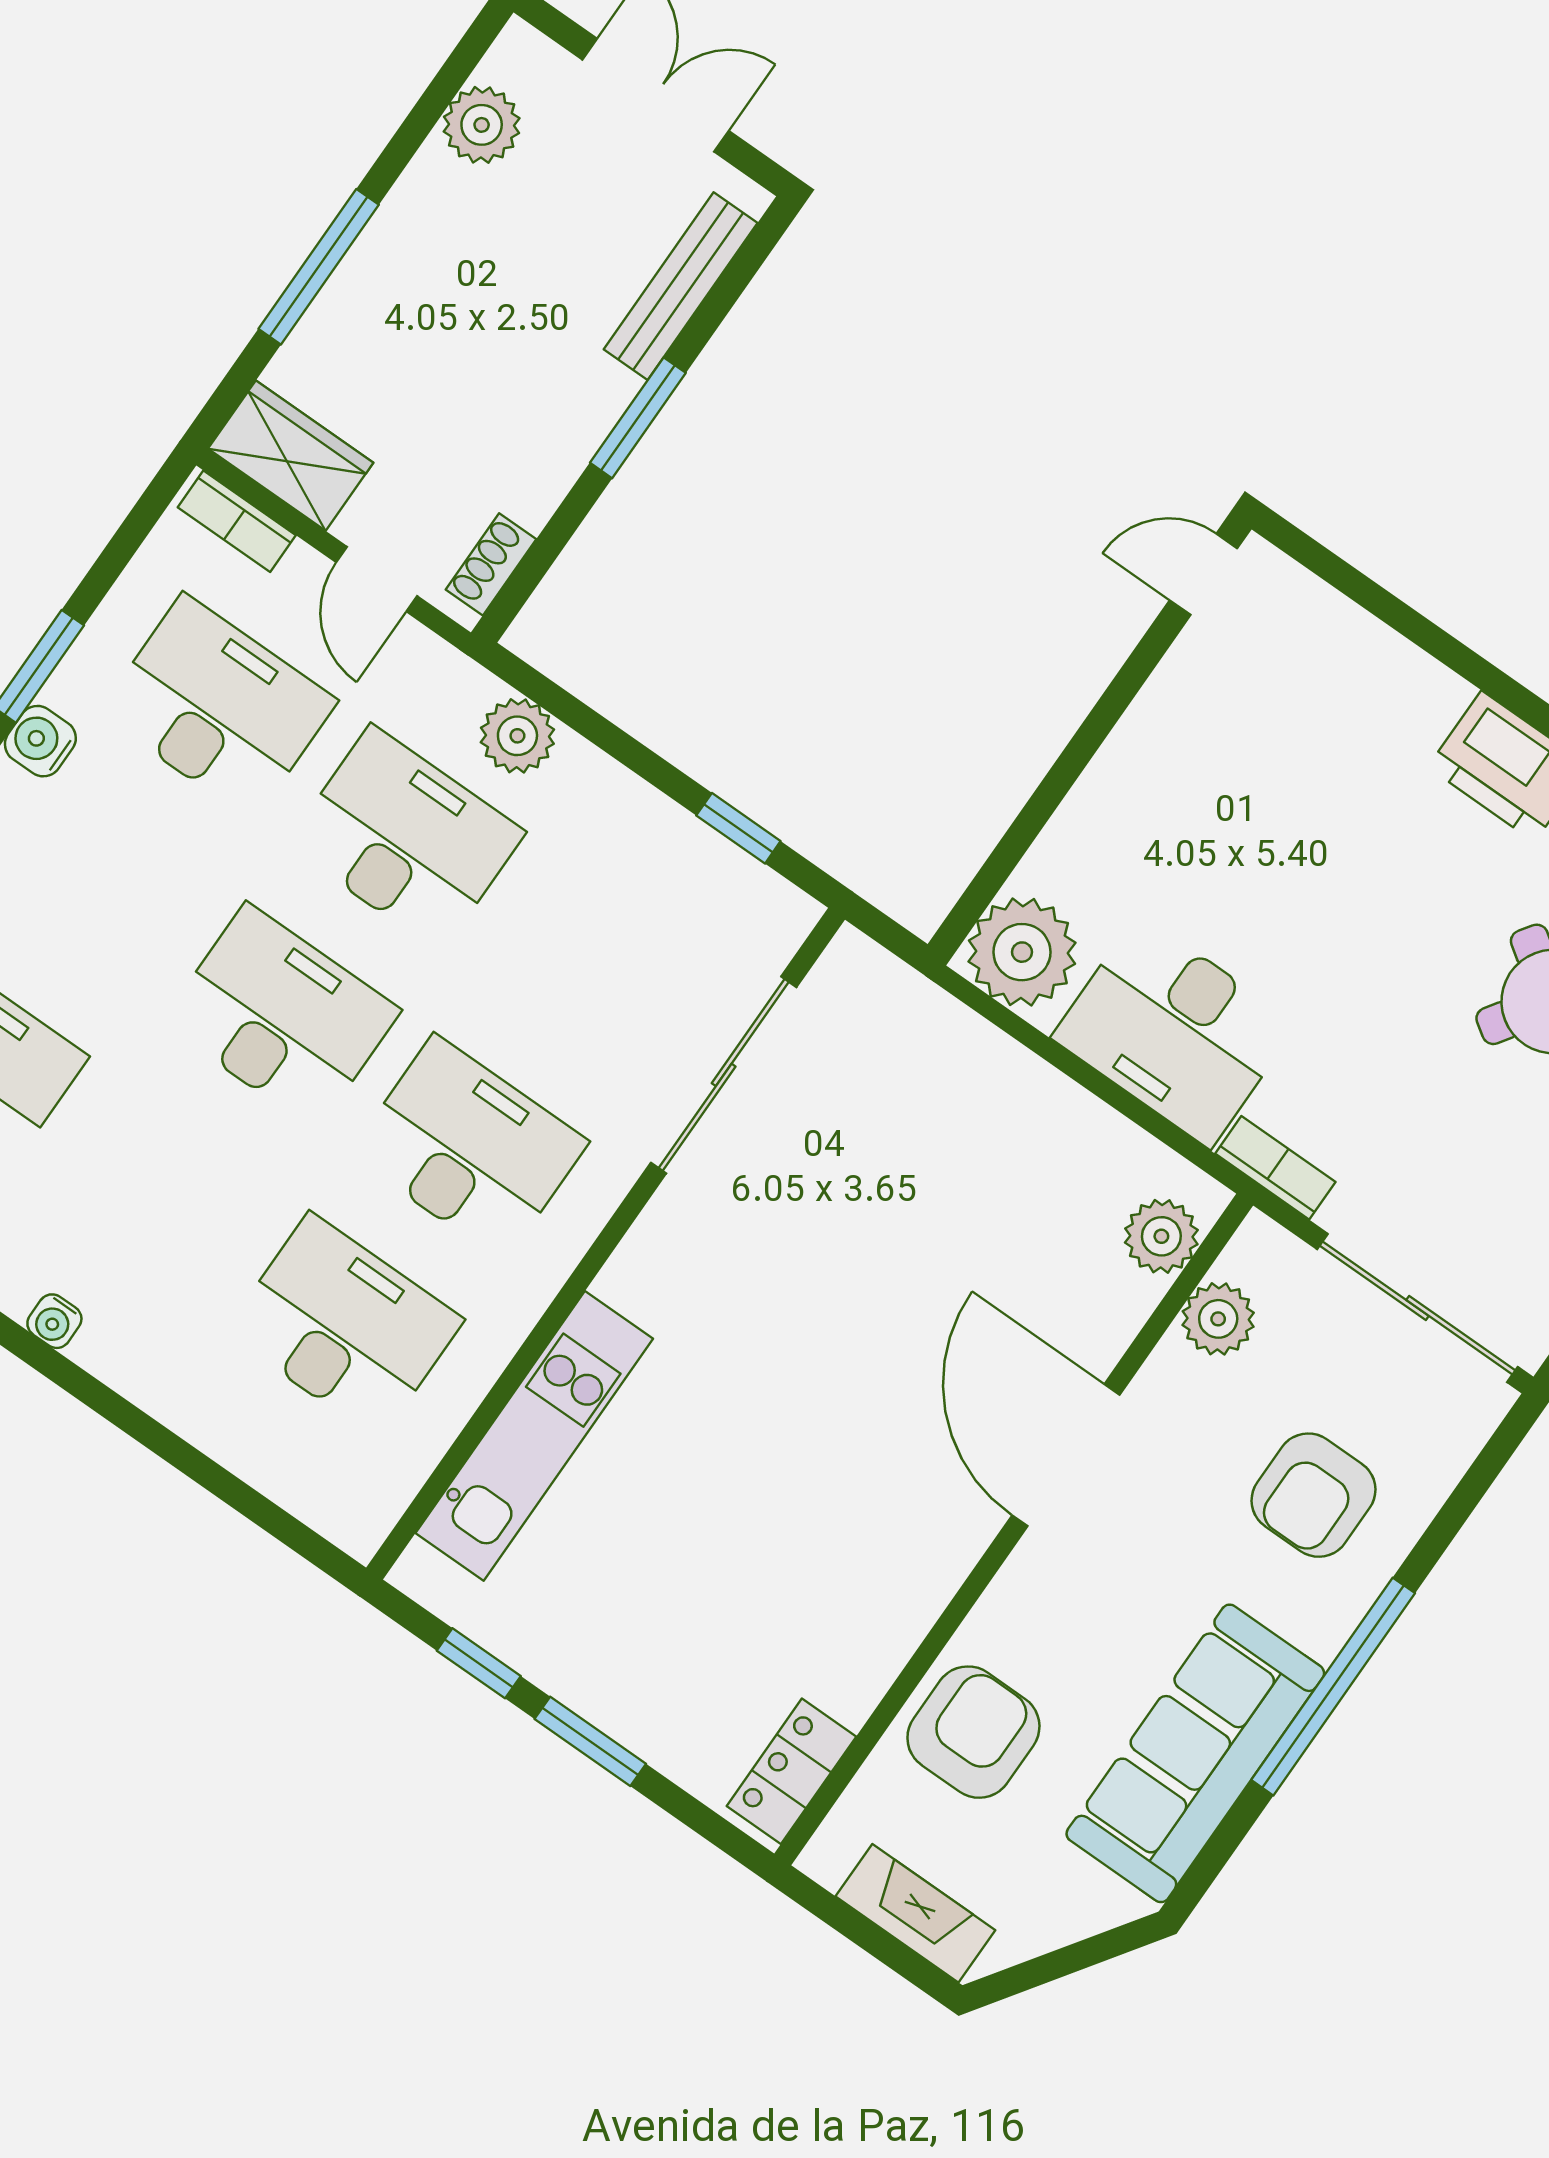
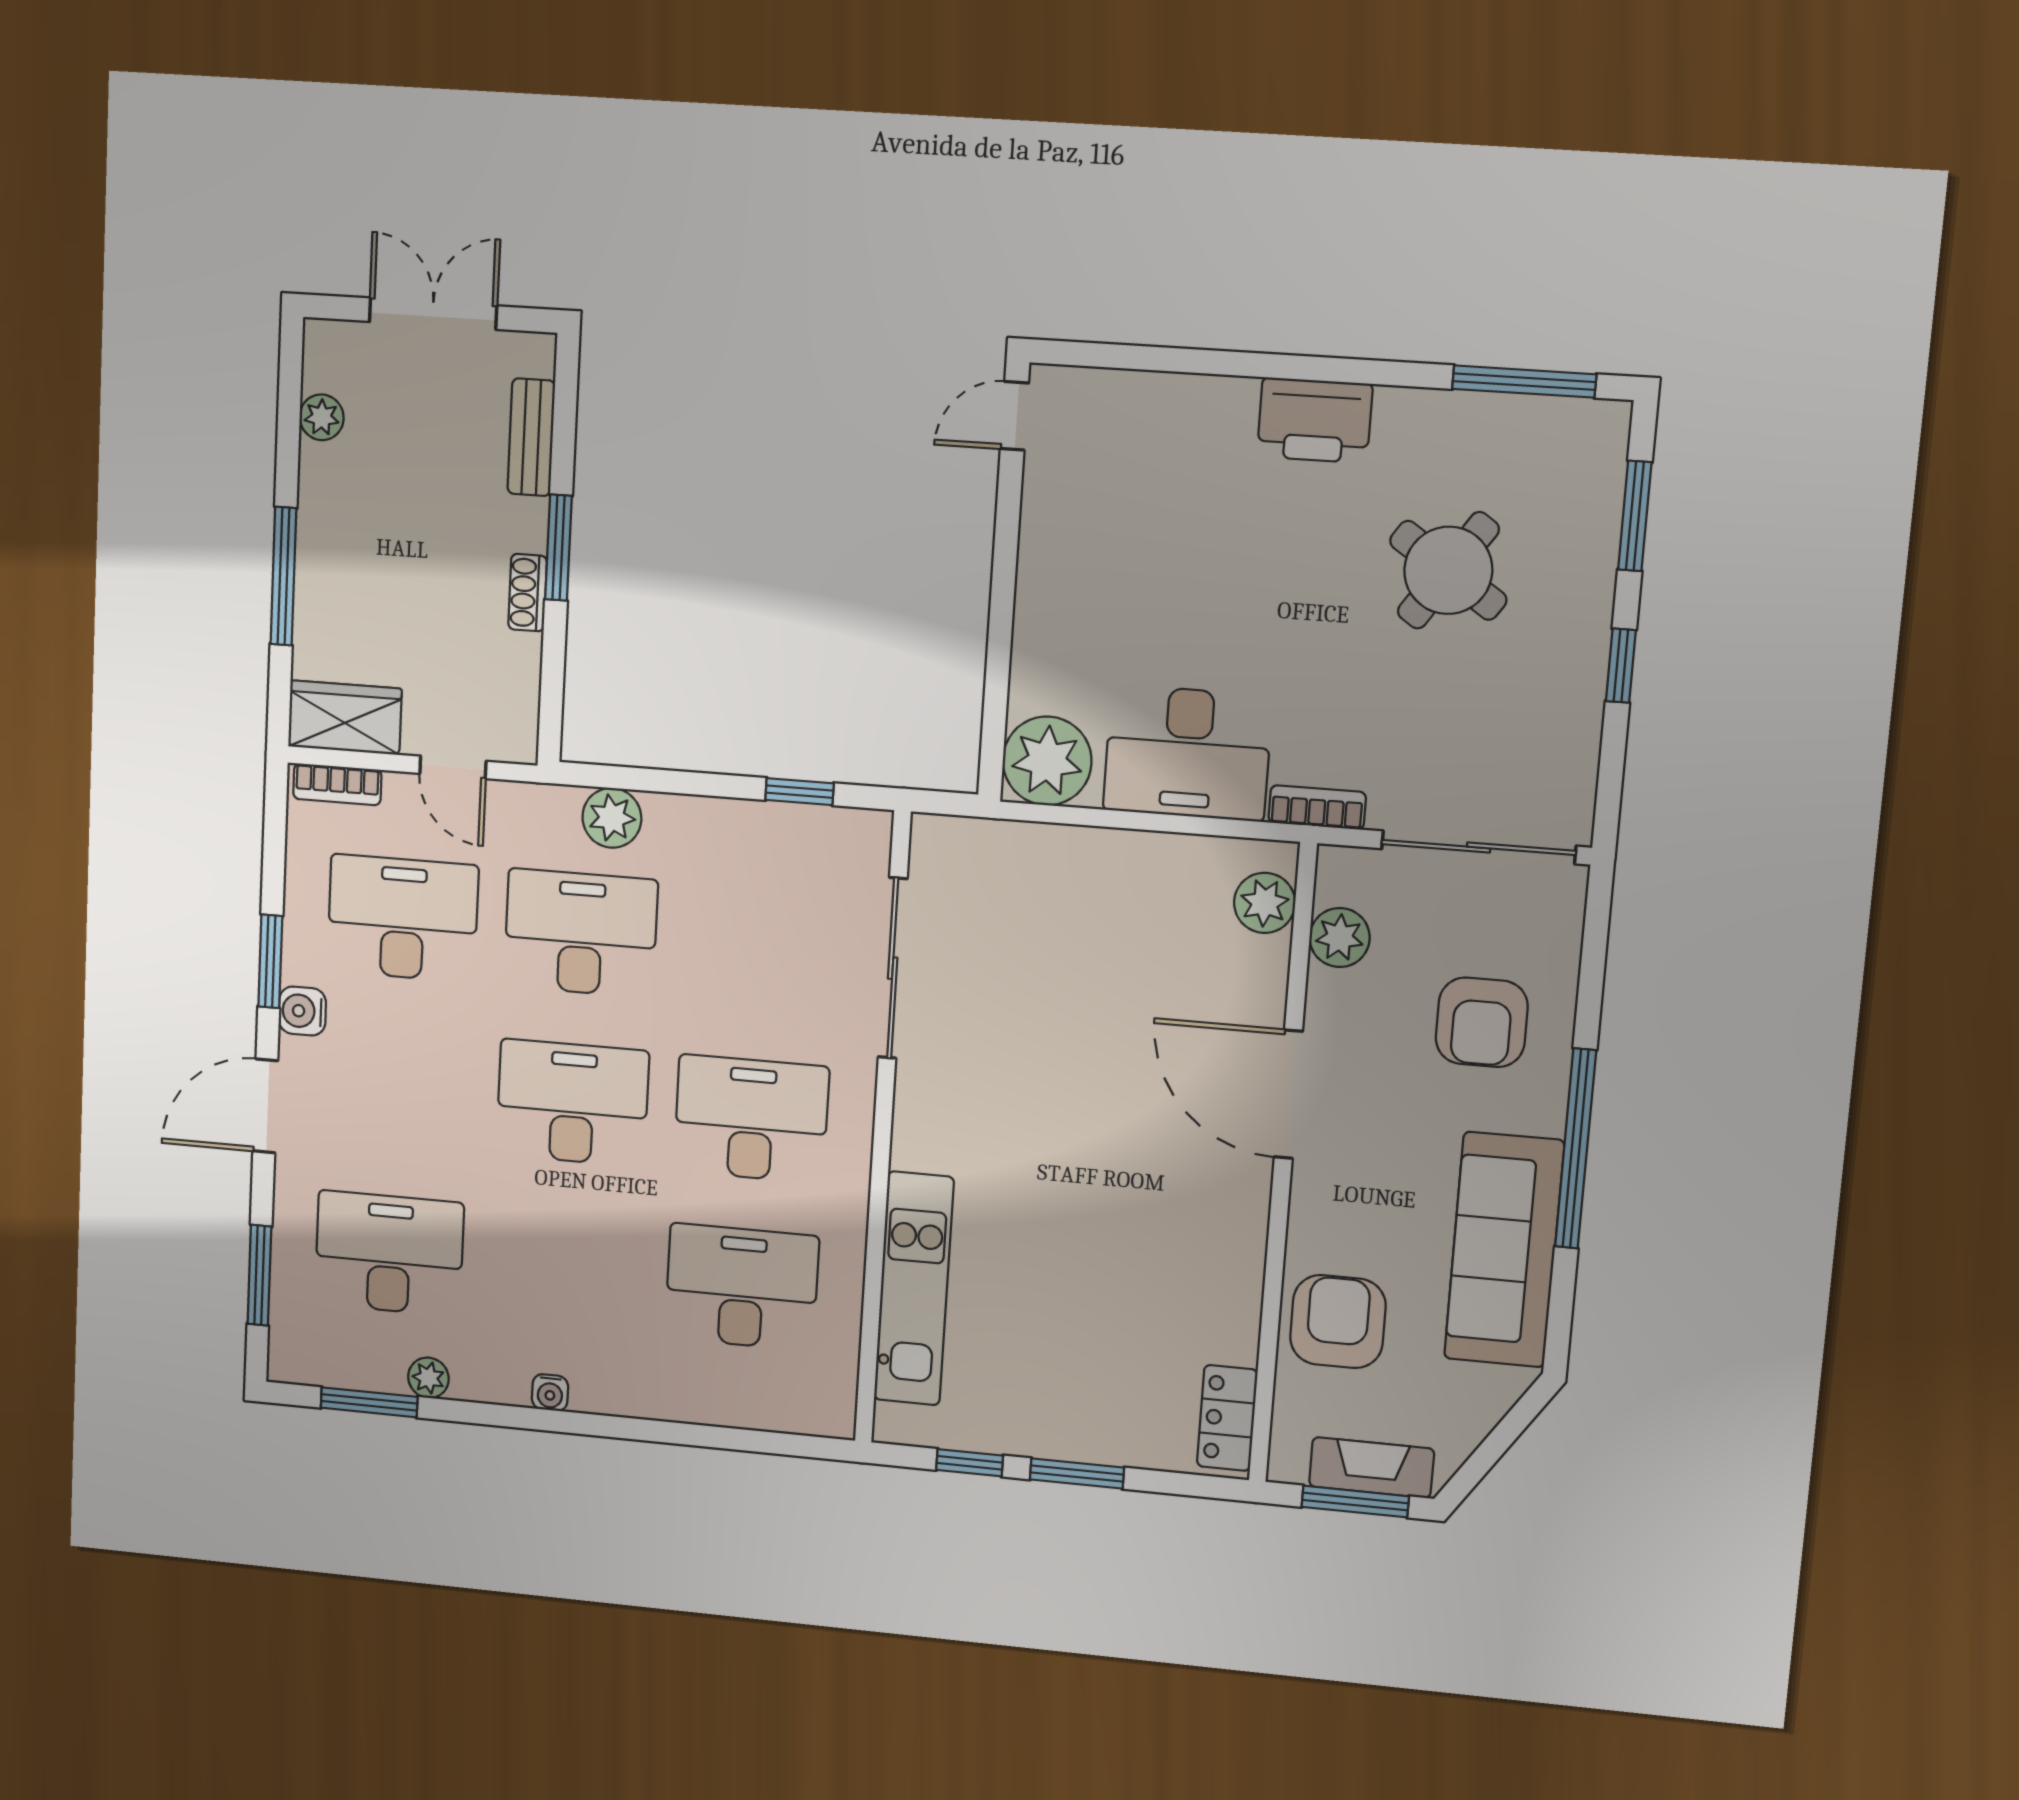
plant: (482, 125) -> (322, 417), width x0.73, depth x0.73
bench: (681, 286) -> (531, 437), width x0.73
shoe rack: (491, 564) -> (528, 593), moved
window: (876, 1941) -> (1355, 1502), added

